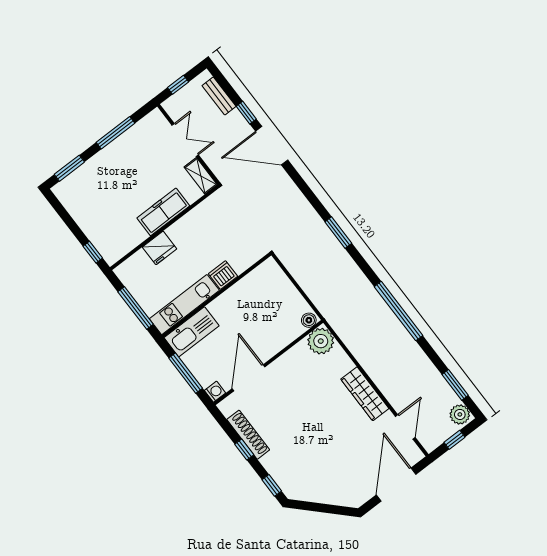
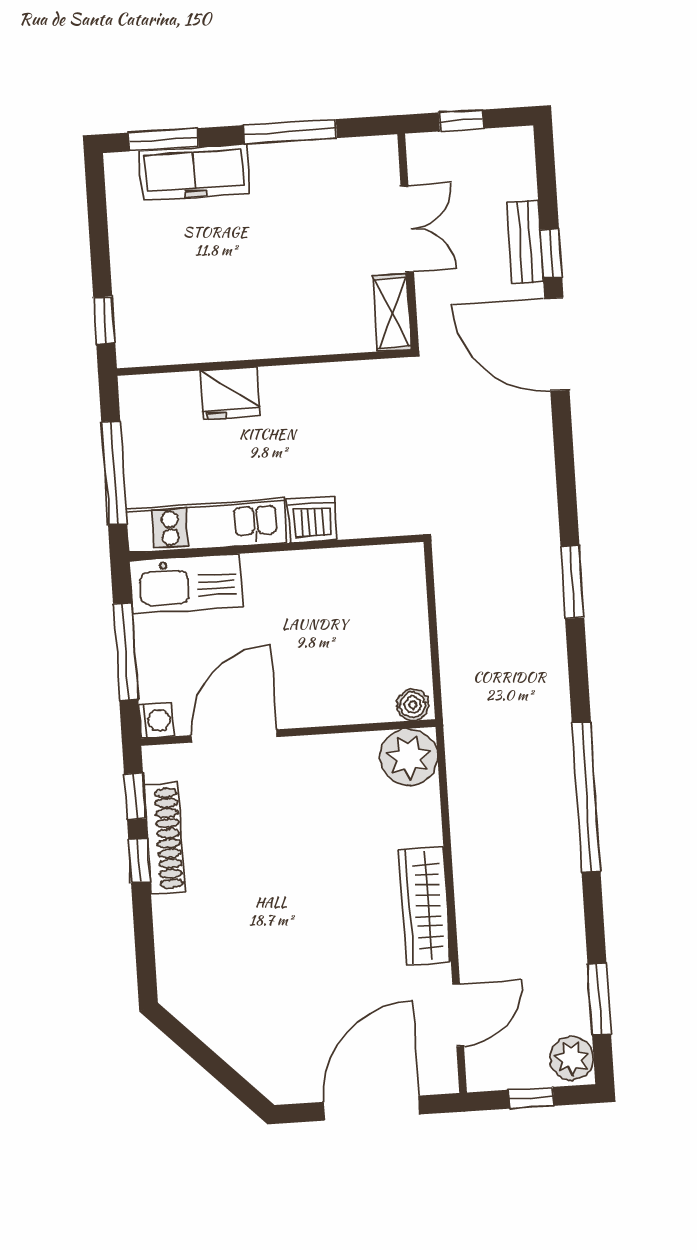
bench: (219, 96) -> (525, 242), moved
freezer: (163, 212) -> (194, 172), moved, turned 180
window: (272, 485) -> (135, 796), moved

